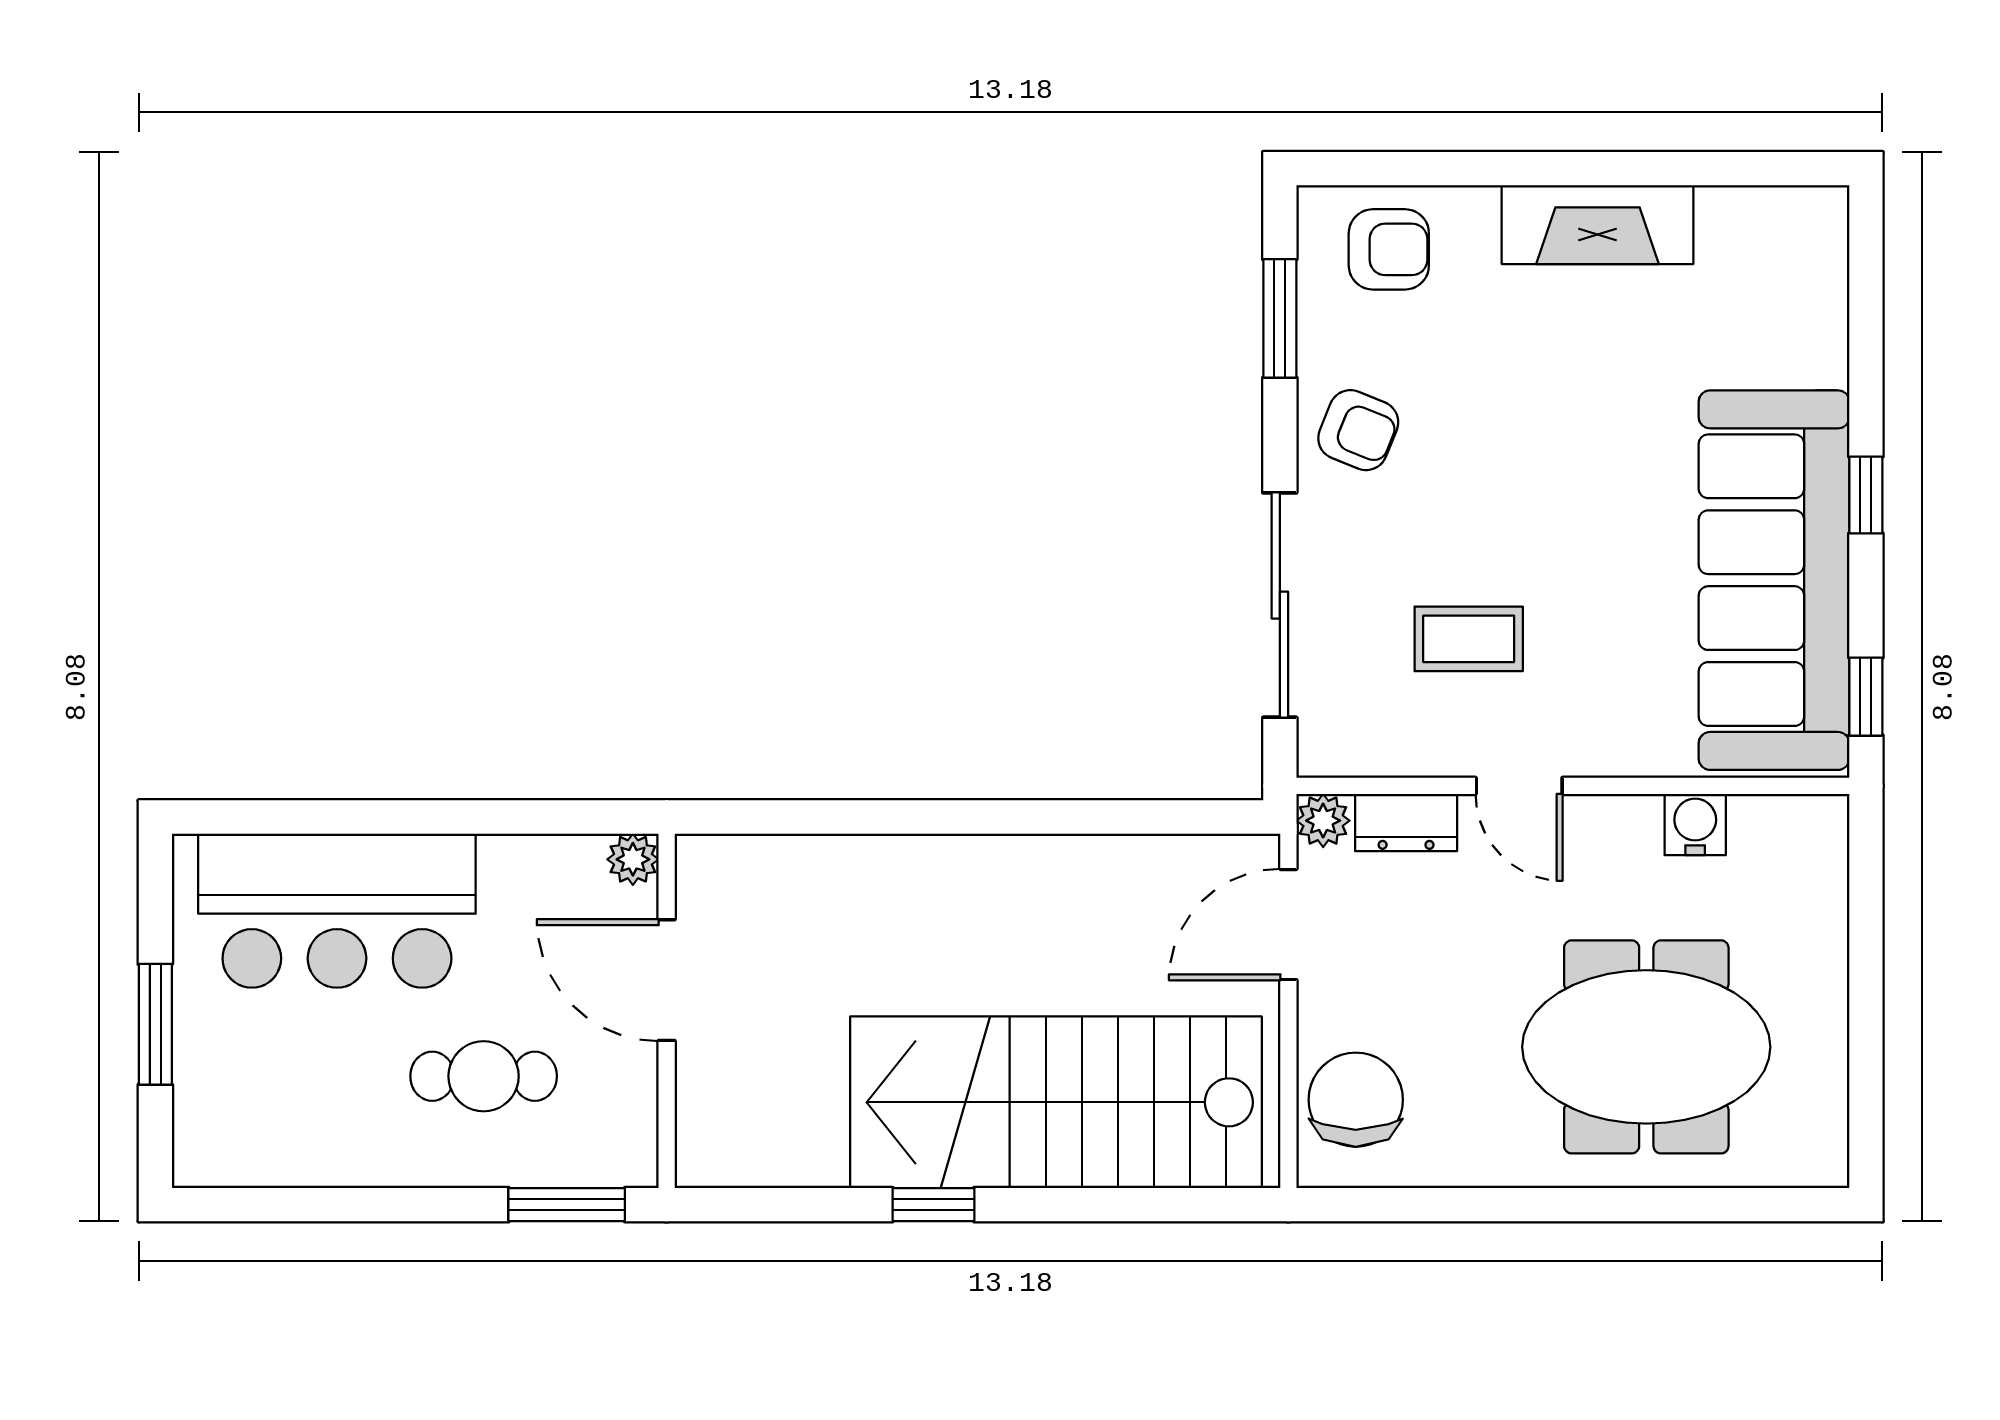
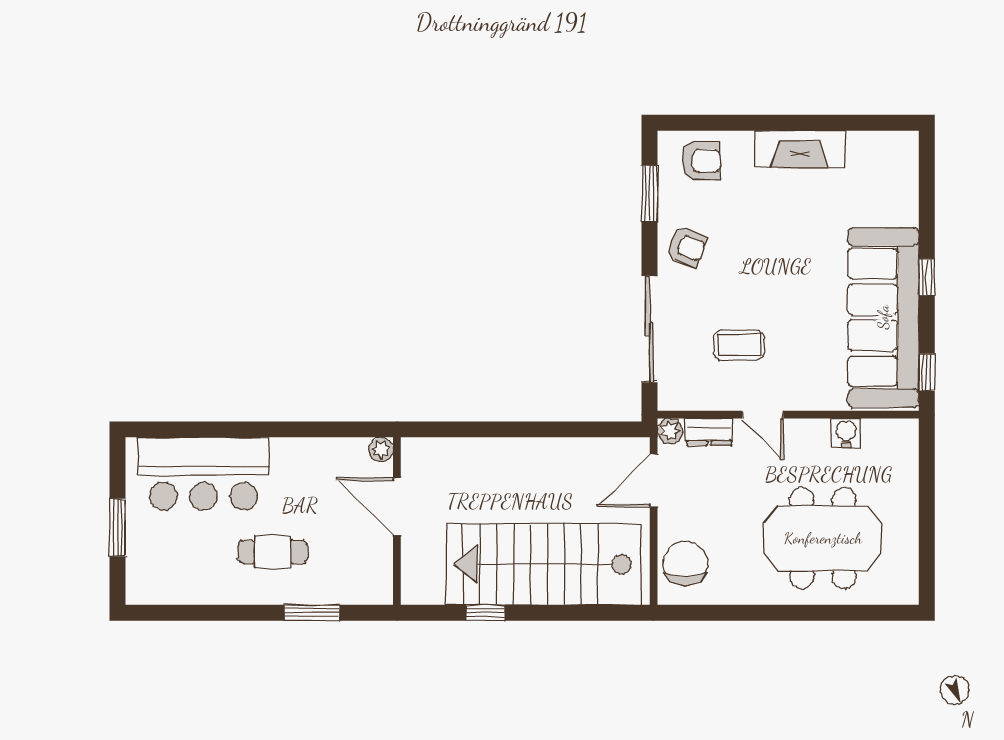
plant: (633, 859) -> (381, 449), moved
door: (667, 980) -> (397, 507), moved
wall: (667, 1011) -> (397, 521), moved

